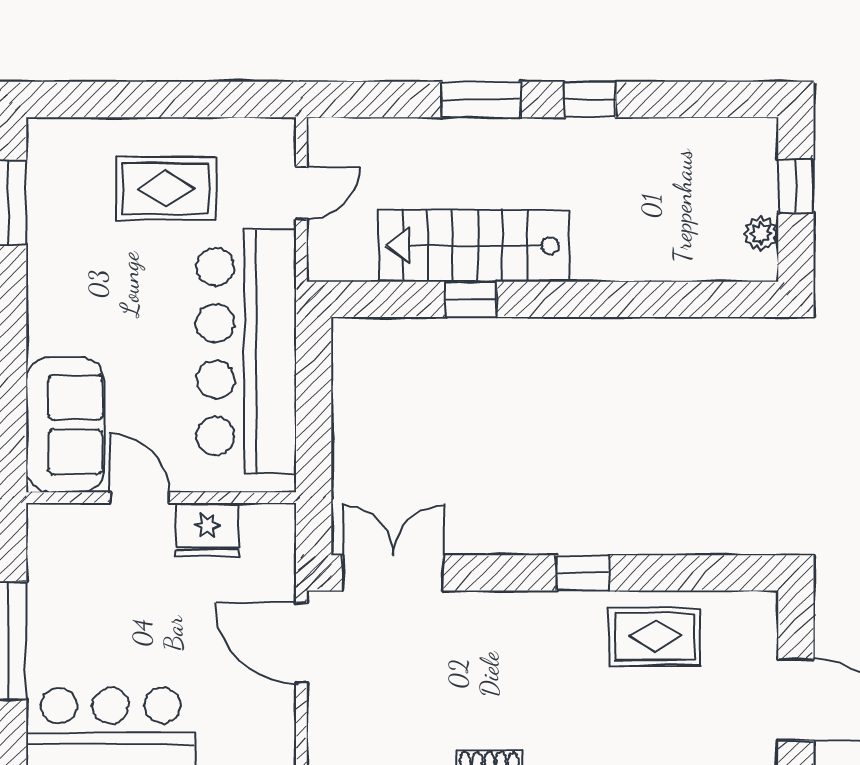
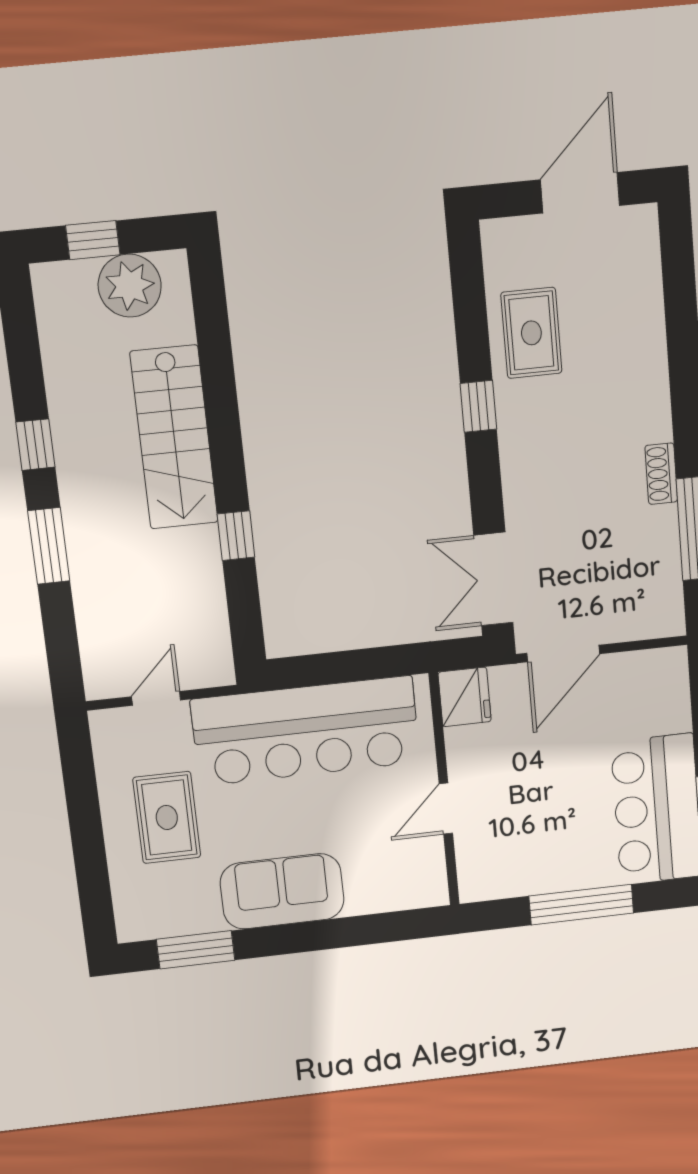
door: (301, 193) -> (156, 698), hinge flipped
plant: (761, 234) -> (130, 286), width x1.87, depth x1.87
stairs: (474, 246) -> (174, 437), moved
sofa: (65, 425) -> (282, 891), moved
fridge: (207, 530) -> (465, 697), moved

